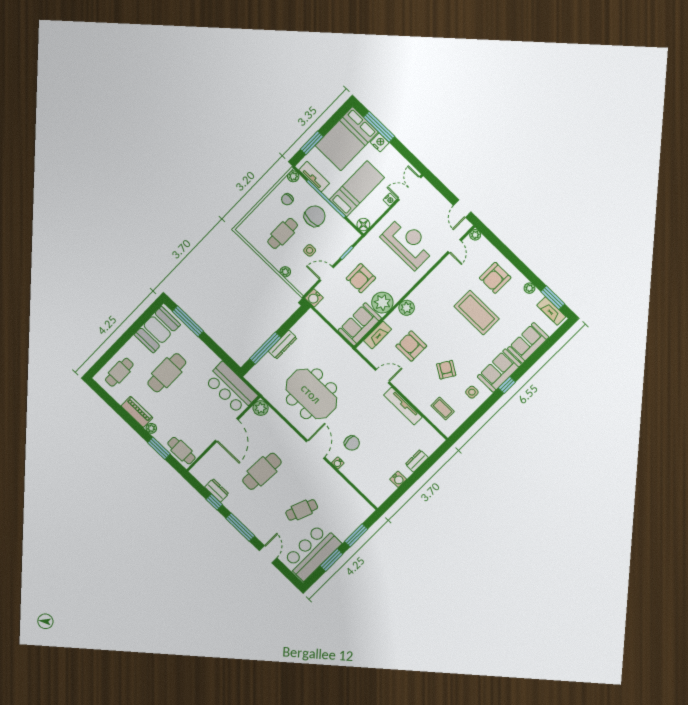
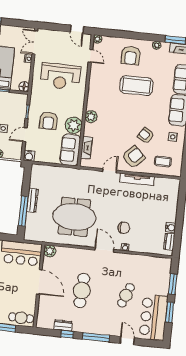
reception desk: (408, 243) -> (60, 76), turned 180
armchair: (411, 346) -> (134, 157), moved, turned 134
dresser: (417, 461) -> (169, 242), moved

